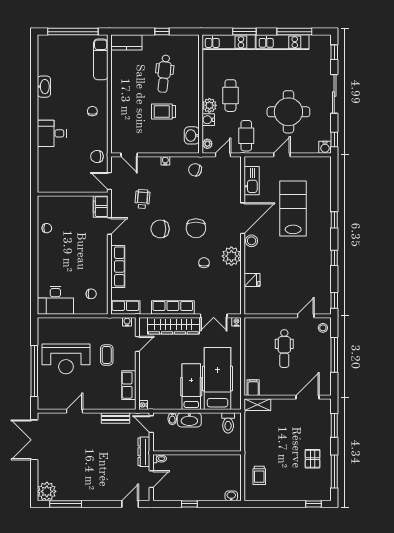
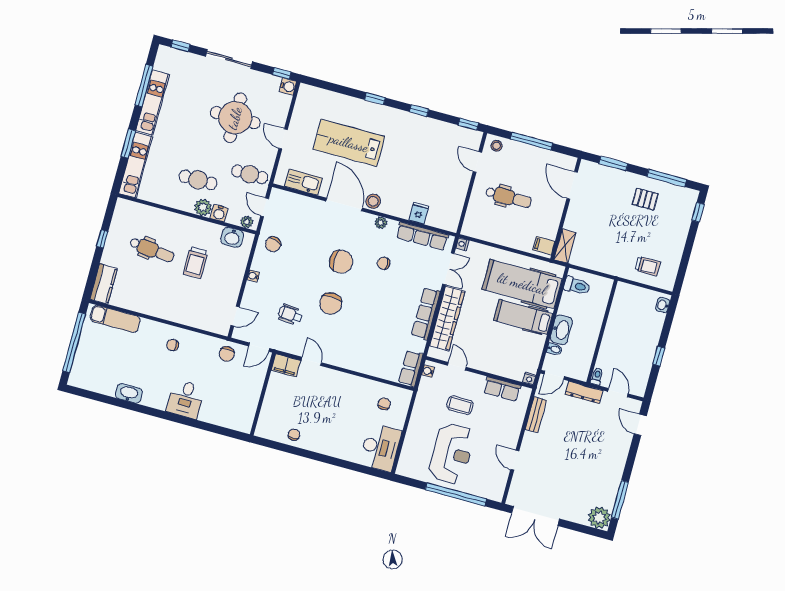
plant: (231, 256) -> (381, 223), width x0.53, depth x0.53
row of seats: (118, 267) -> (422, 236), moved, turned 180

